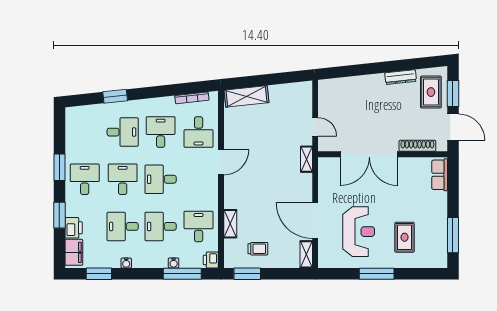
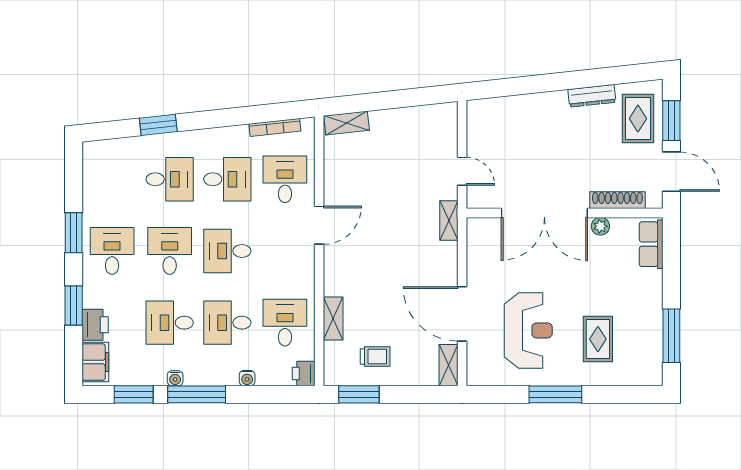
shelving: (246, 96) -> (347, 123), width x0.67, depth x0.75
desk: (161, 132) -> (227, 179), turned 90
desk: (199, 132) -> (285, 179), turned 180
plant: (406, 163) -> (600, 226), added
window: (182, 274) -> (197, 394), moved

